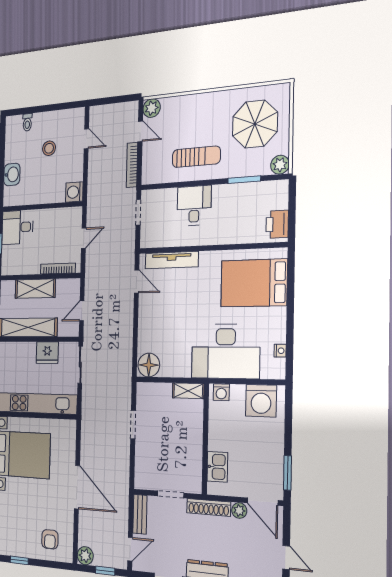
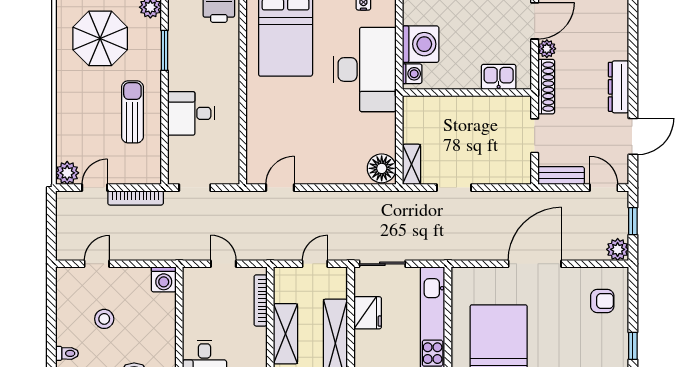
tv unit: (172, 260) -> (255, 141), removed
door: (82, 311) -> (315, 264), swing flipped
shelving: (188, 391) -> (411, 164), moved
washing machine: (261, 401) -> (421, 44), moved

